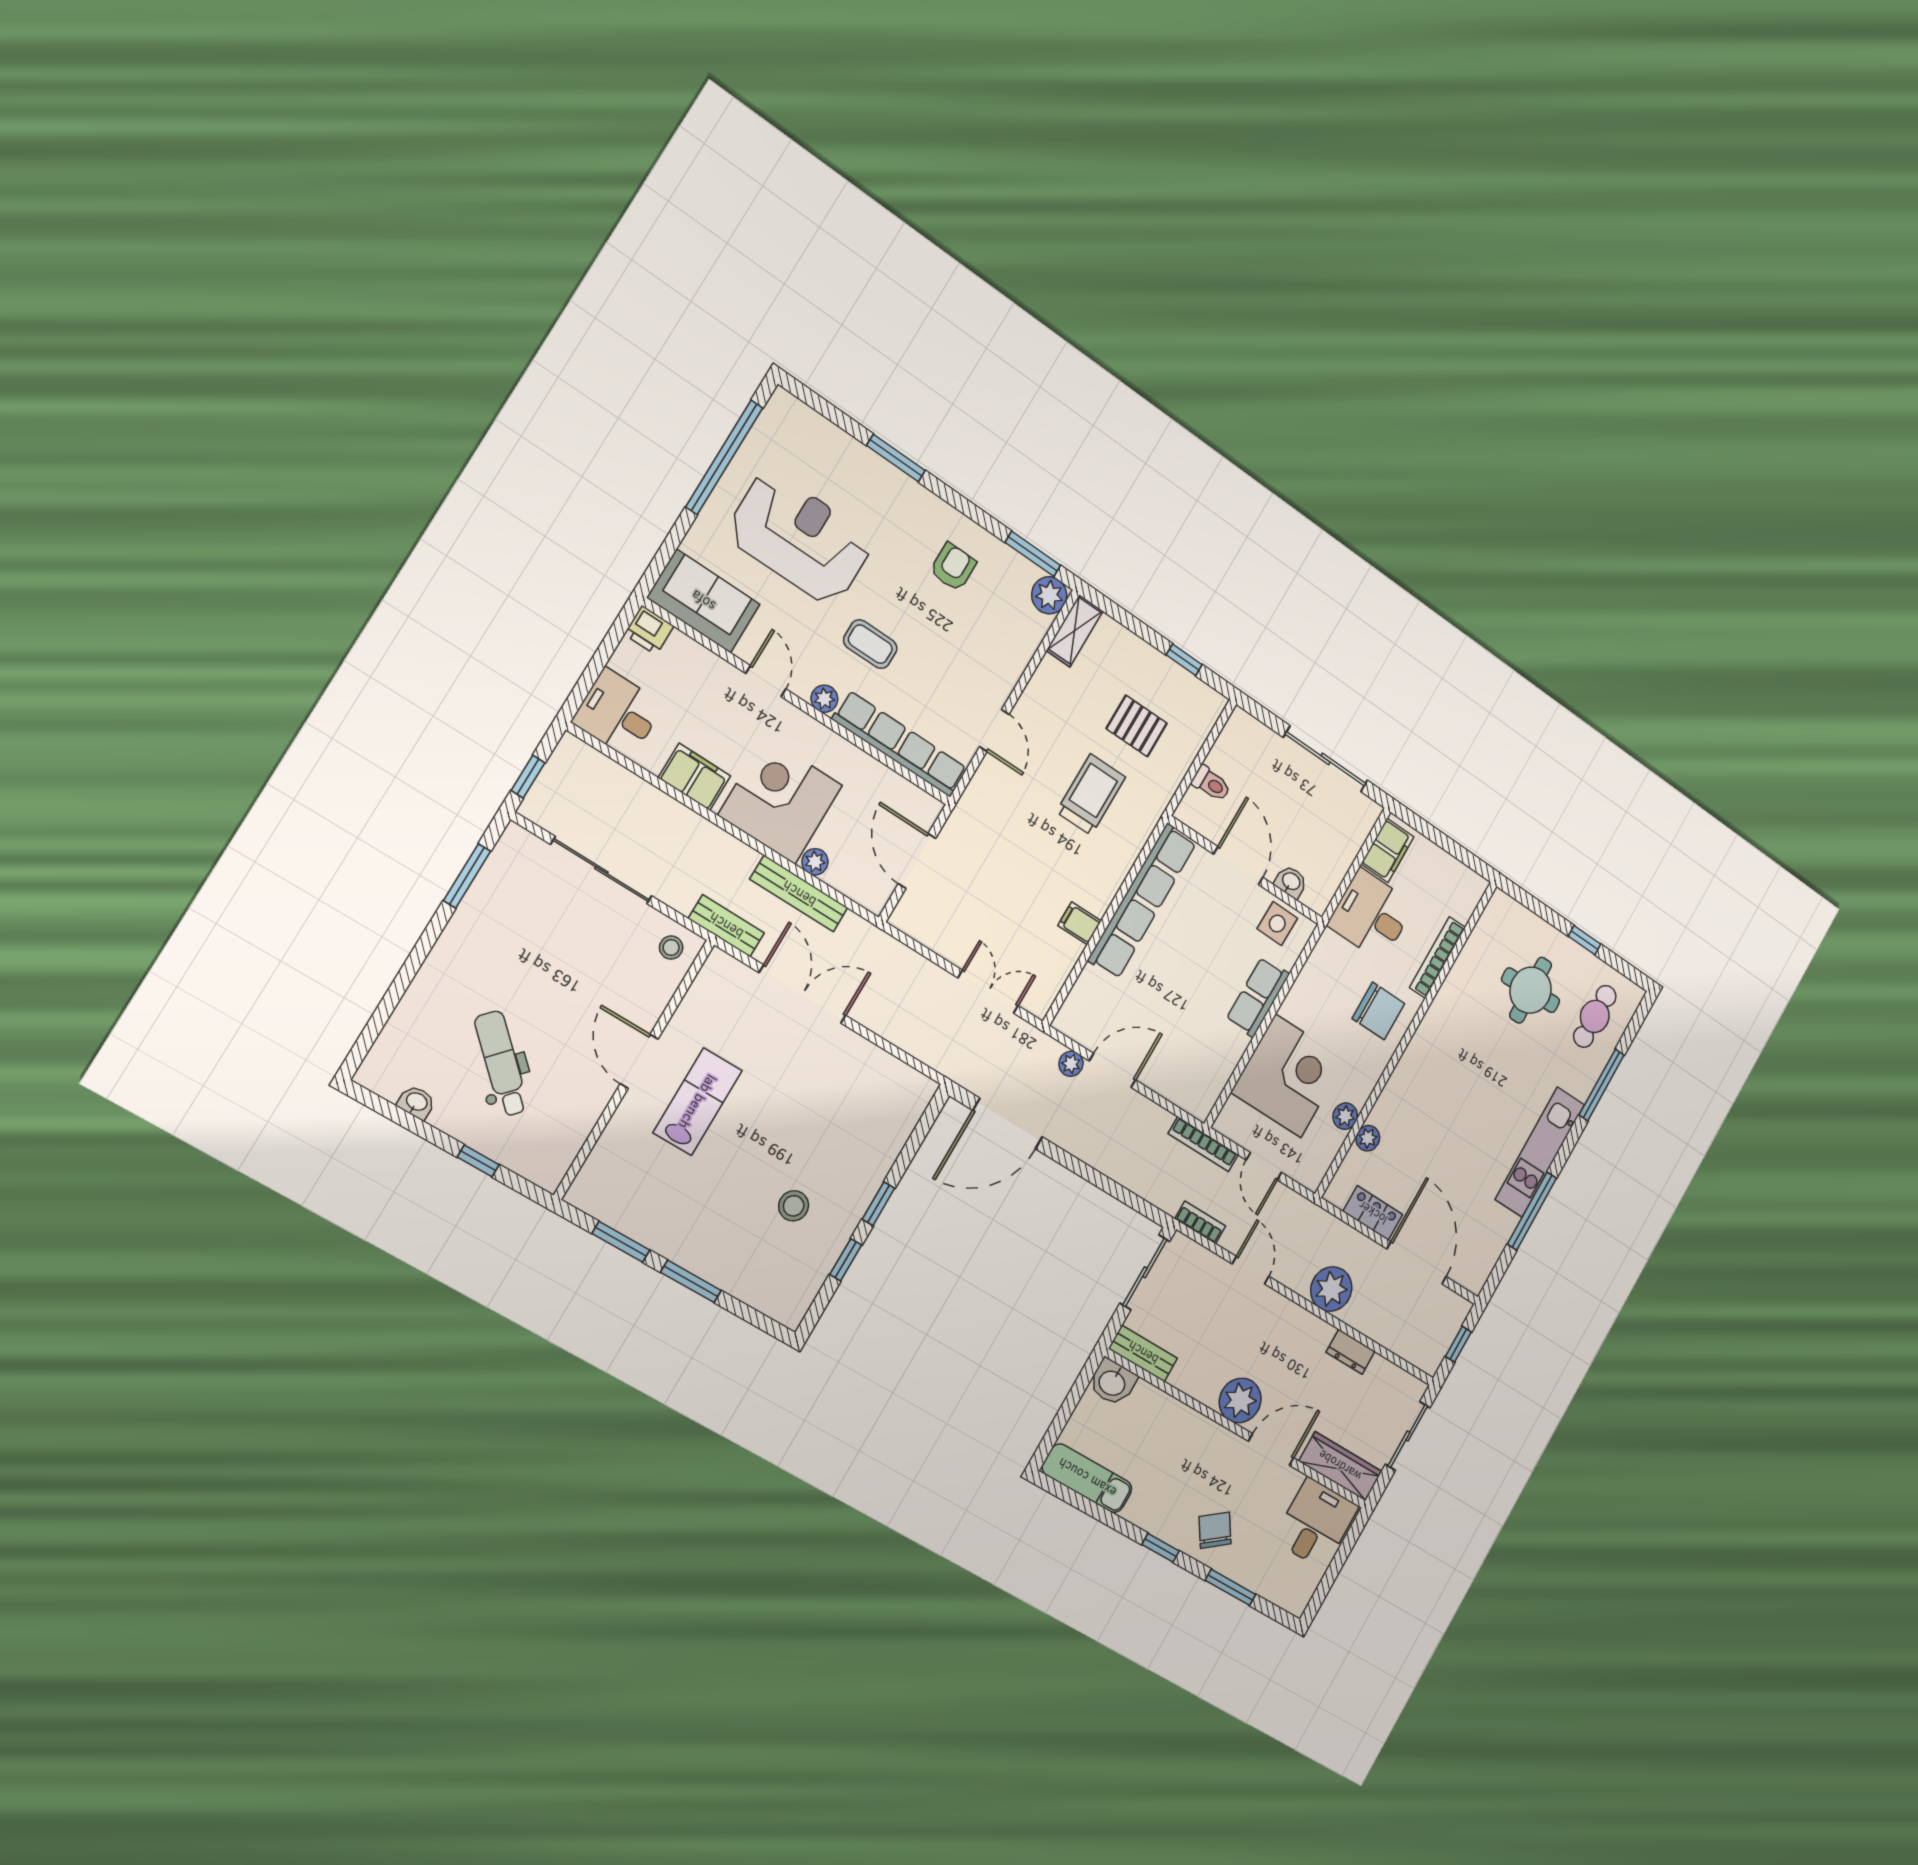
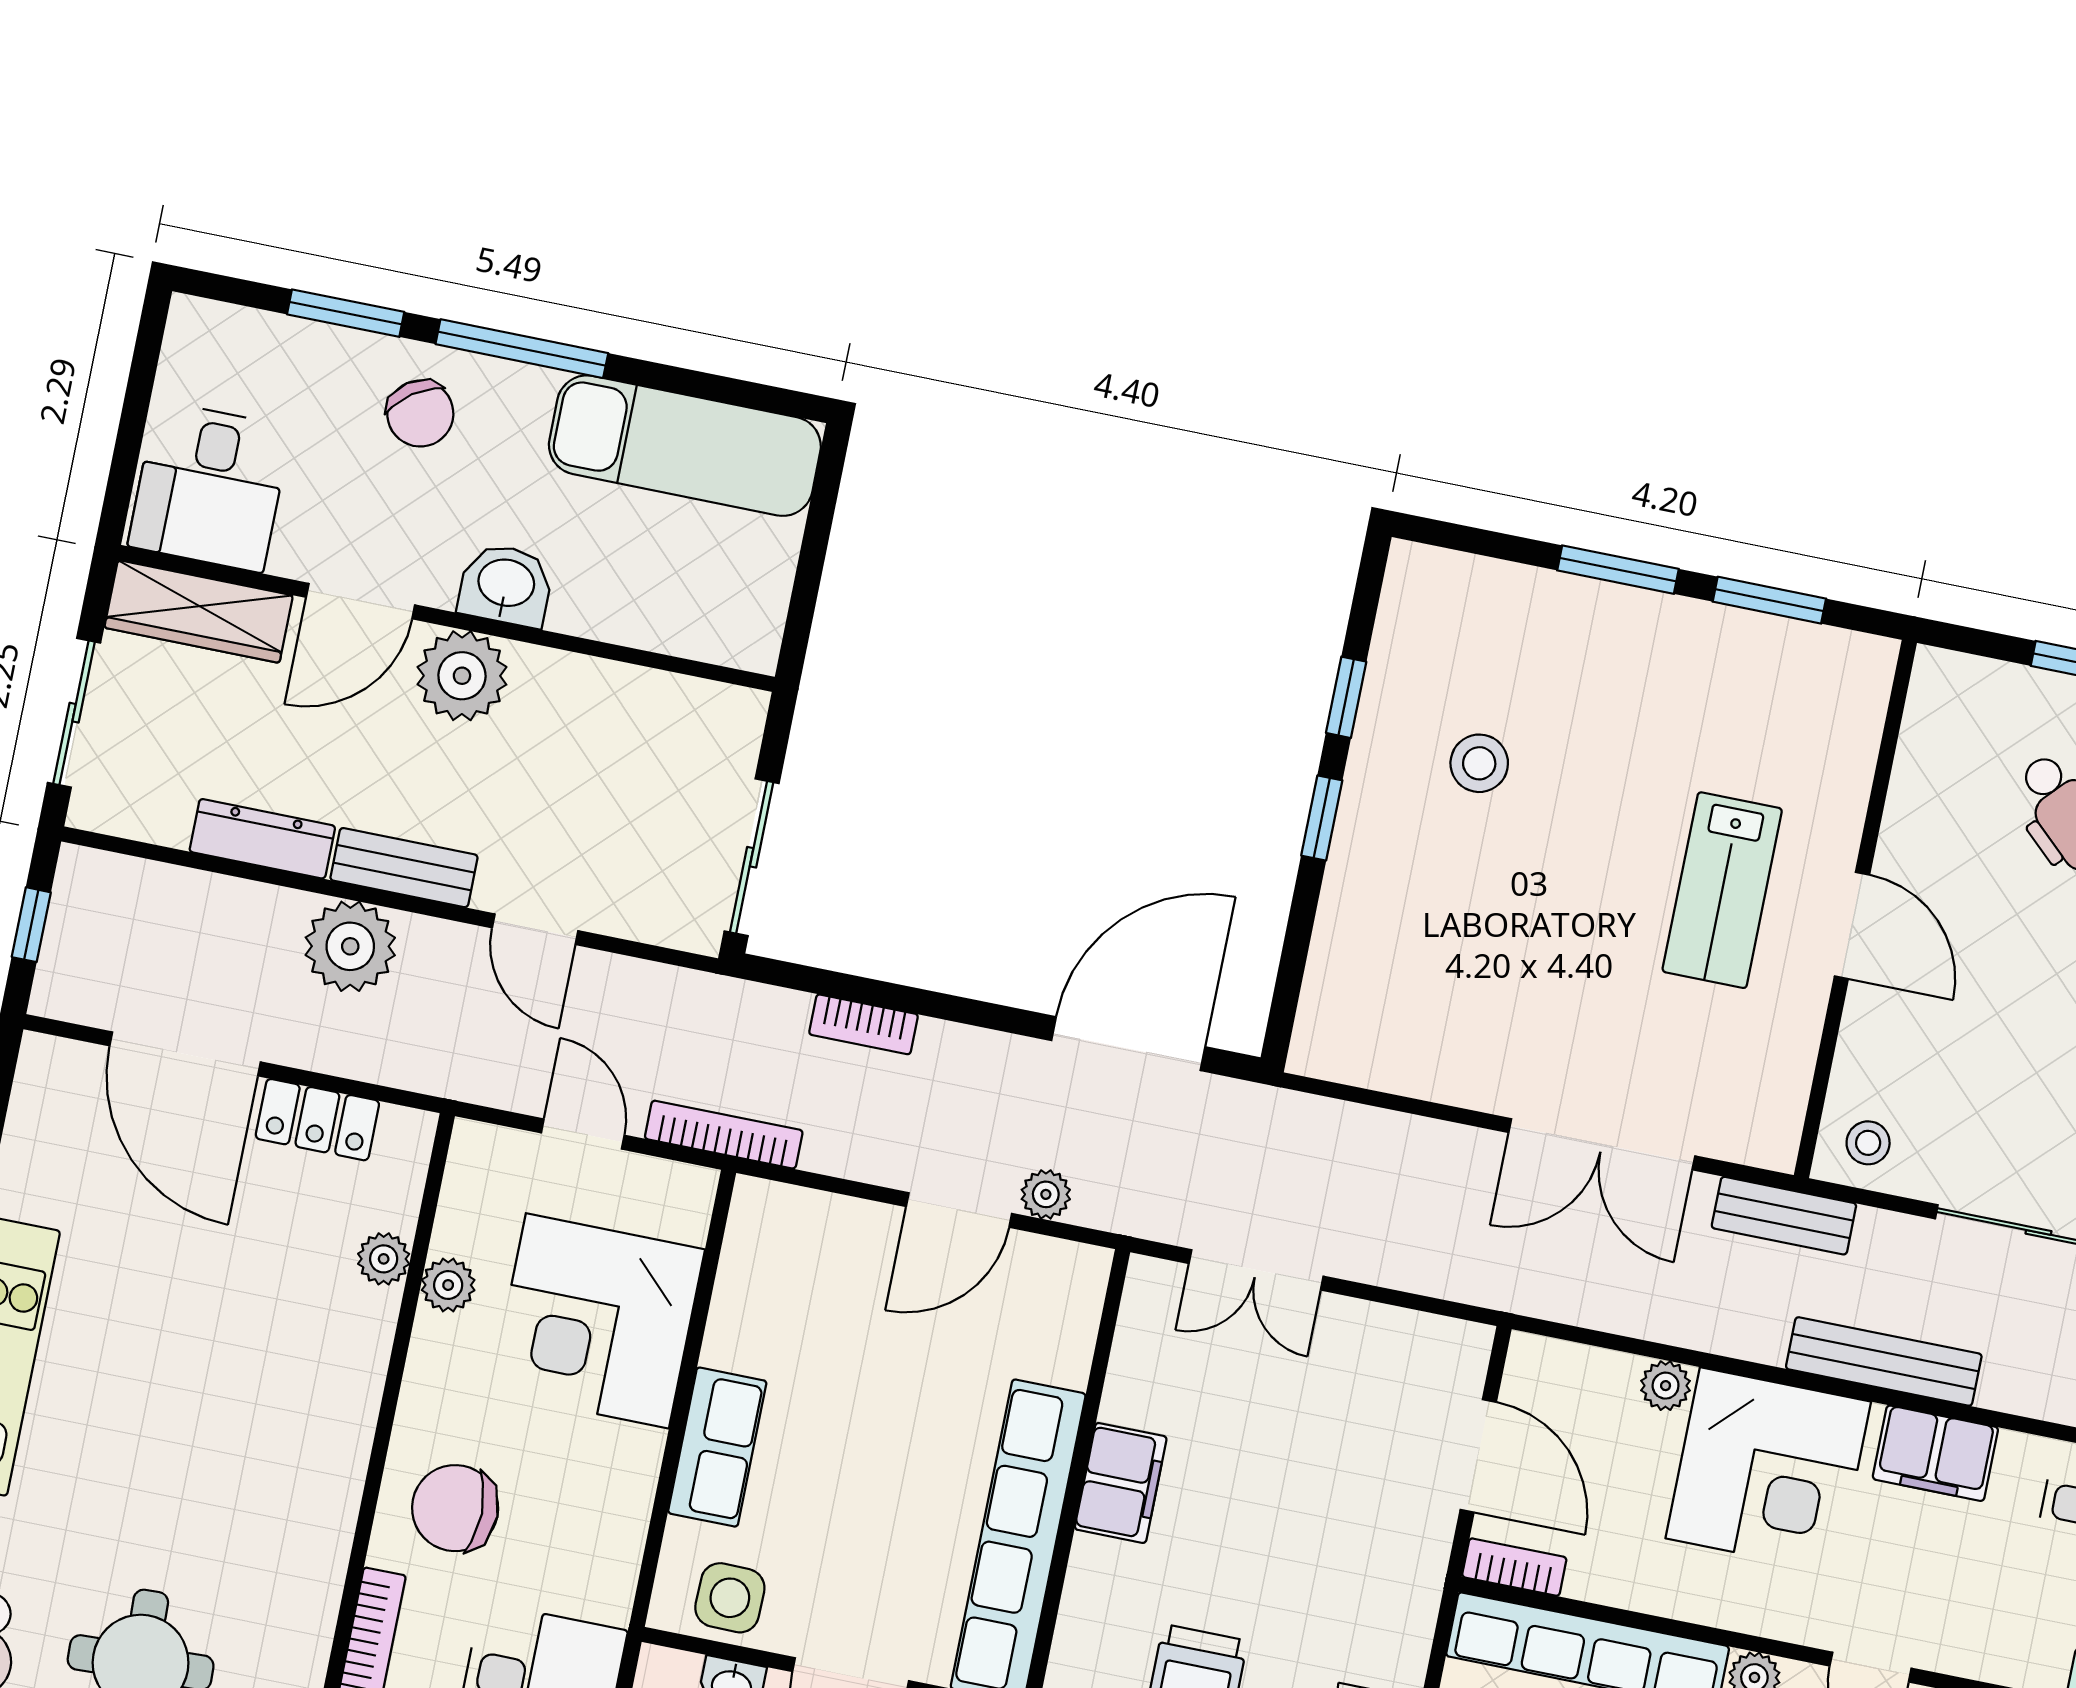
bookcase: (920, 799) -> (1514, 1567), added
bench: (799, 894) -> (1884, 1361), moved
filing cabinet: (1079, 923) -> (1121, 1483), width x2.00
bookcase: (1200, 1222) -> (863, 1024), moved
dresser: (1351, 1352) -> (262, 839), width x1.44
bench: (1143, 1353) -> (404, 868), moved
washbasin: (1112, 1382) -> (506, 585), moved
exam couch: (1087, 1478) -> (685, 446), width x1.36, depth x1.45
window: (1161, 1548) -> (522, 349), width x2.17

